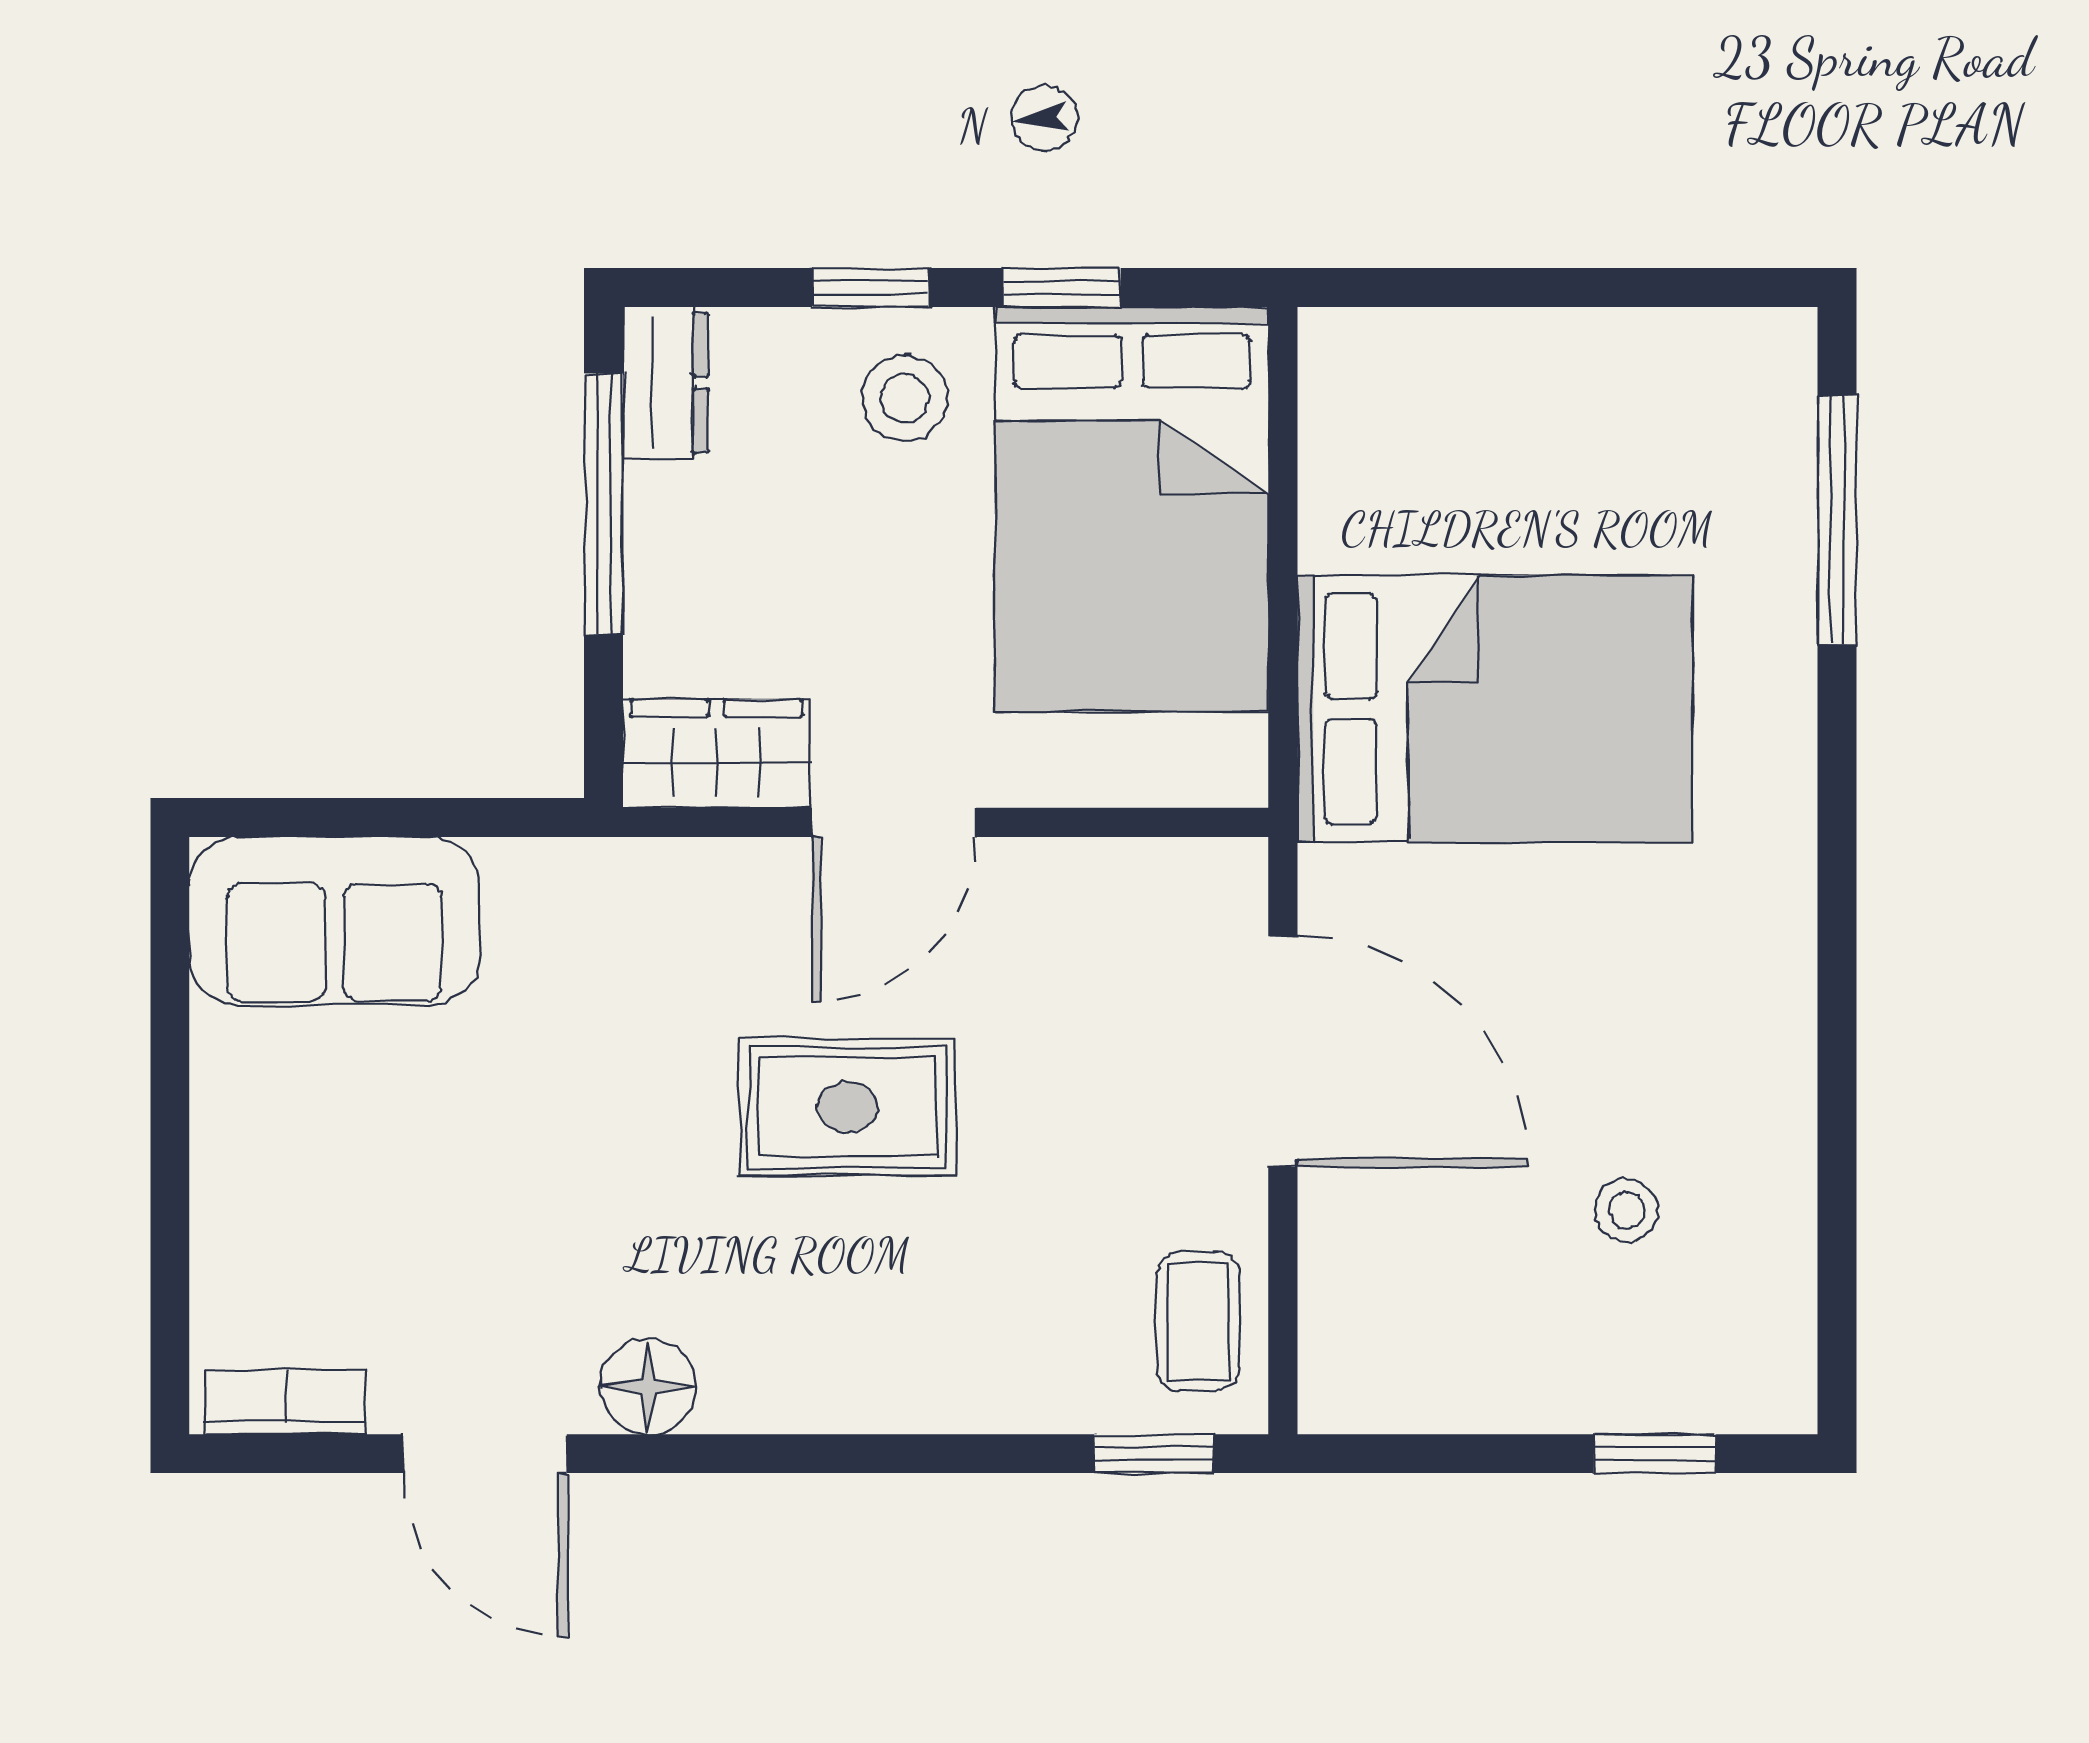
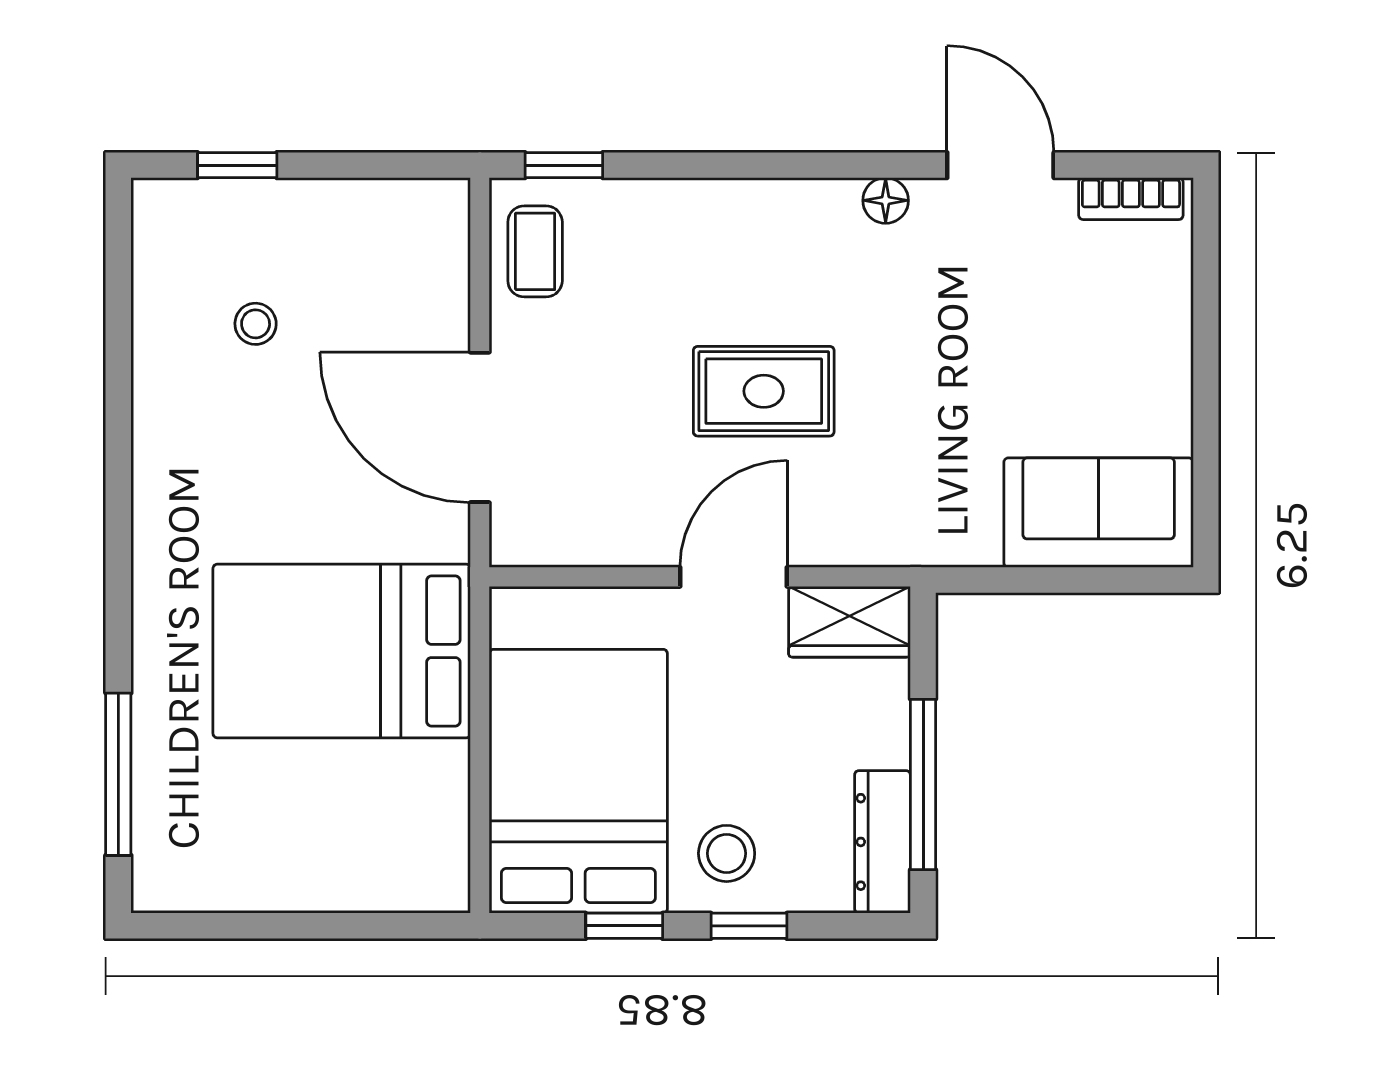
dresser: (666, 383) -> (883, 842), width x1.44
floor lamp: (648, 1386) -> (886, 200), width x0.73, depth x0.73

